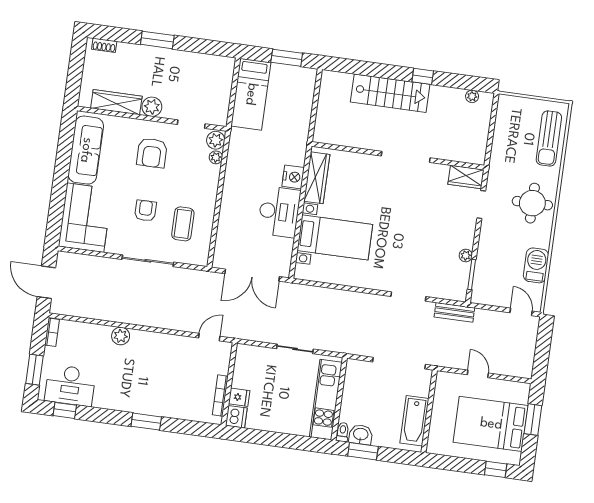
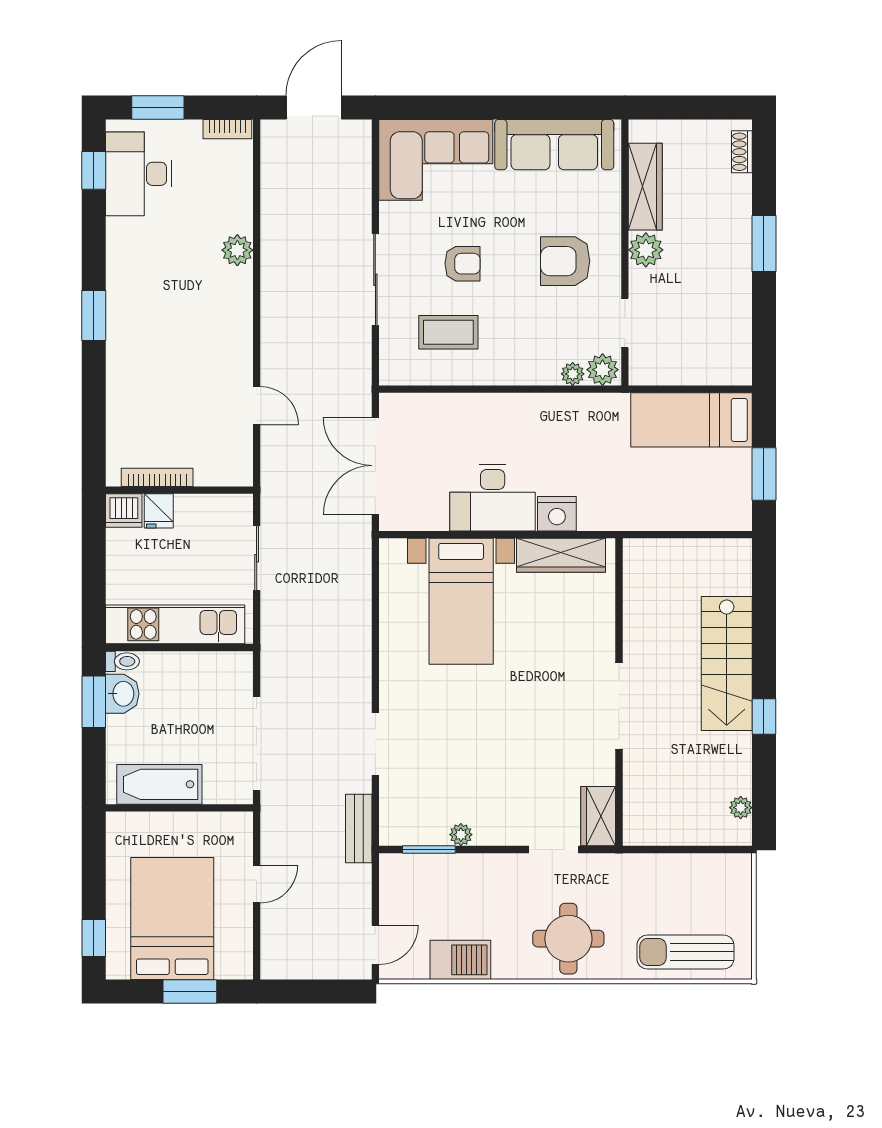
wall: (229, 384) -> (179, 490), moved
bookcase: (220, 396) -> (157, 477), moved
fridge: (239, 397) -> (159, 511), moved
dishwasher: (236, 417) -> (124, 511), moved

